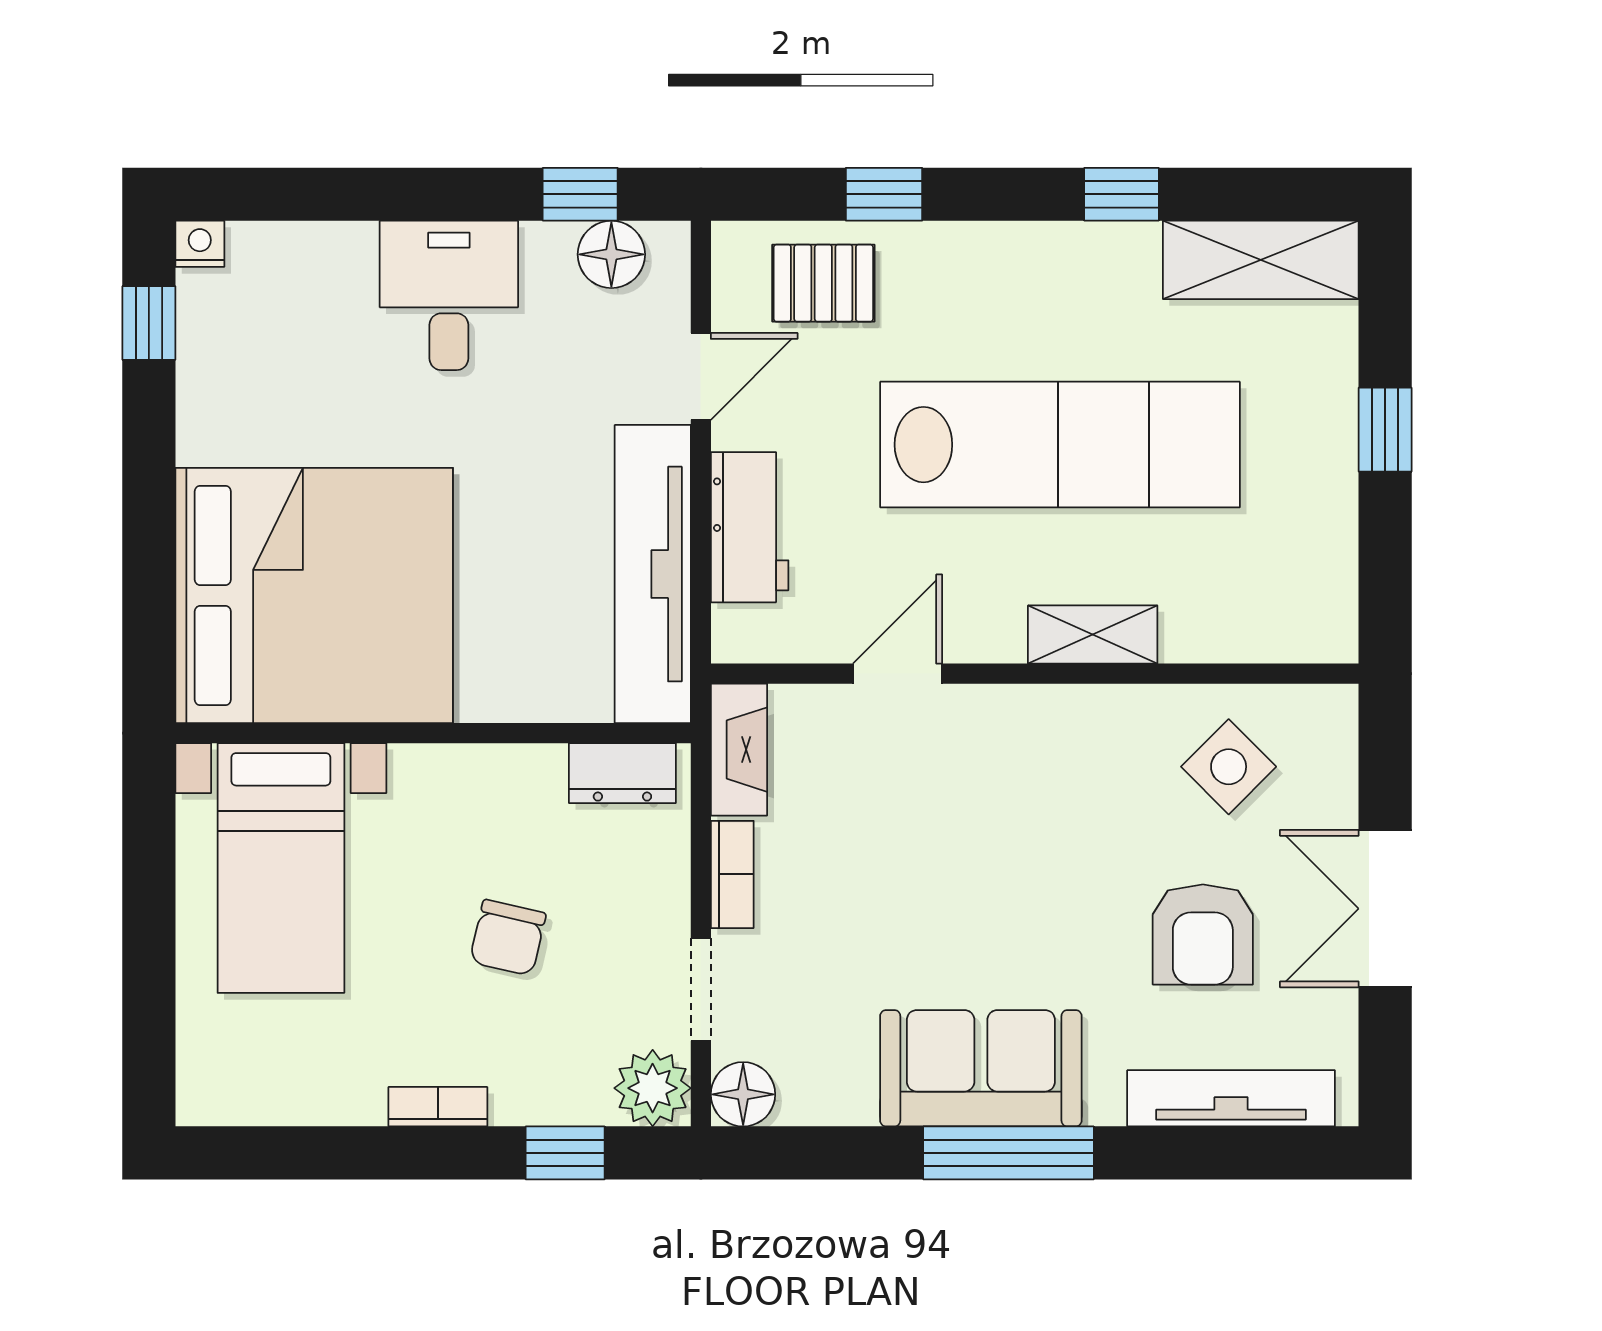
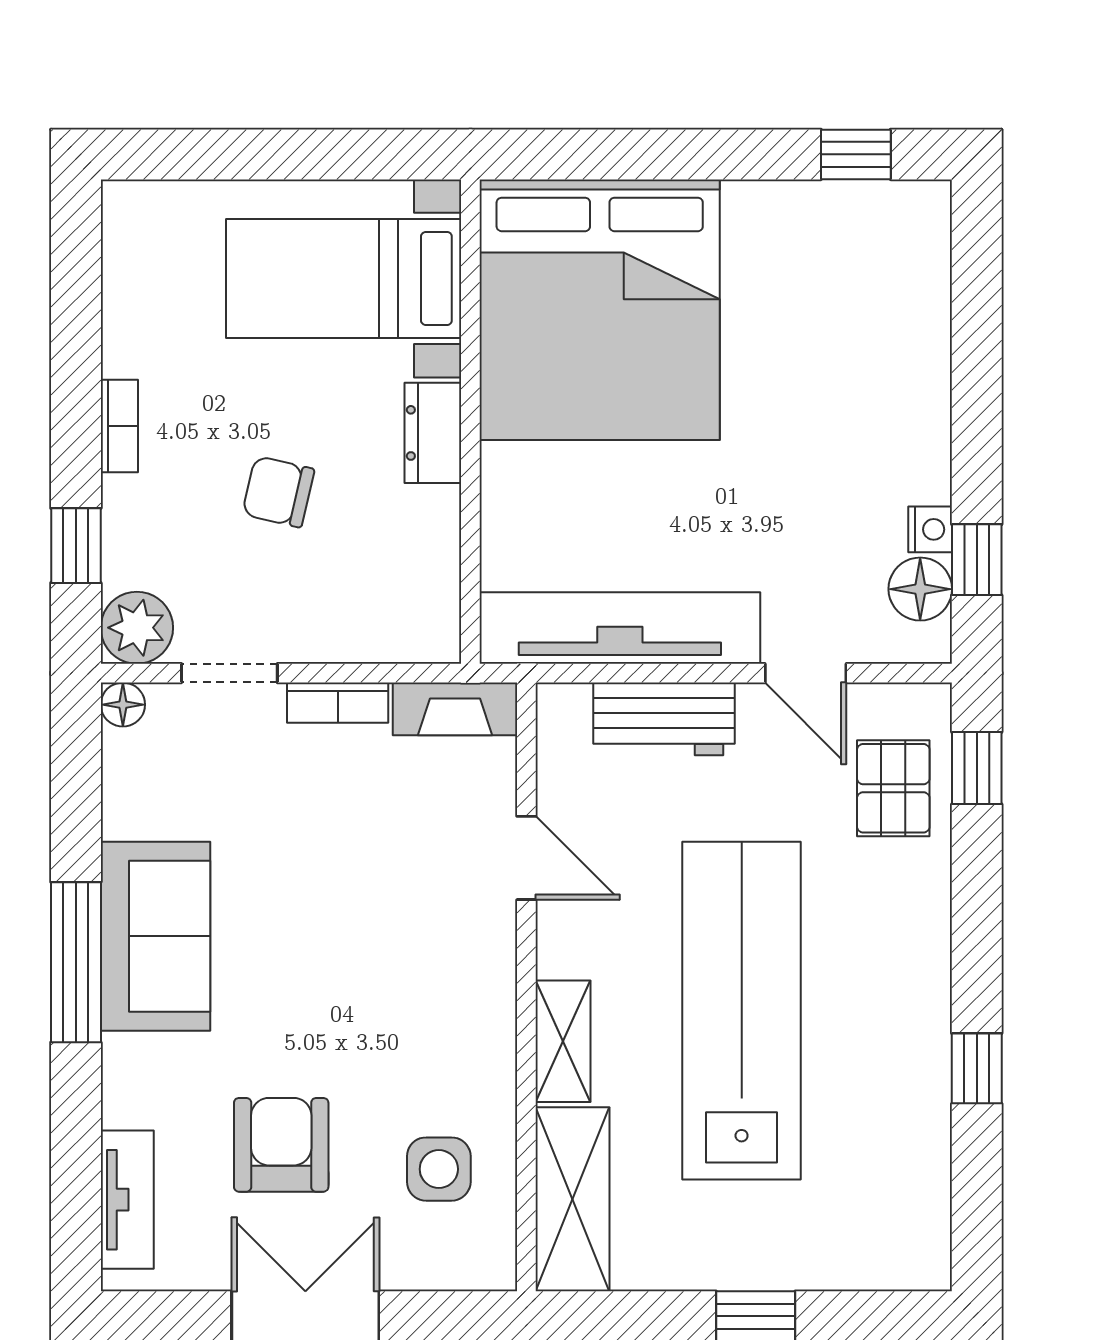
window: (884, 194) -> (977, 768), moved
nightstand: (200, 244) -> (930, 529), moved
shelving: (1261, 260) -> (572, 1199), moved
desk: (449, 295) -> (882, 436), removed
lab bench: (1060, 445) -> (742, 1011), turned 180
side table: (1229, 767) -> (439, 1169), turned 45
dresser: (622, 773) -> (433, 433), moved
armchair: (1203, 934) -> (281, 1145), turned 90
floor lamp: (743, 1094) -> (123, 705), width x0.73, depth x0.73
tv unit: (1231, 1098) -> (127, 1200), width x0.71

